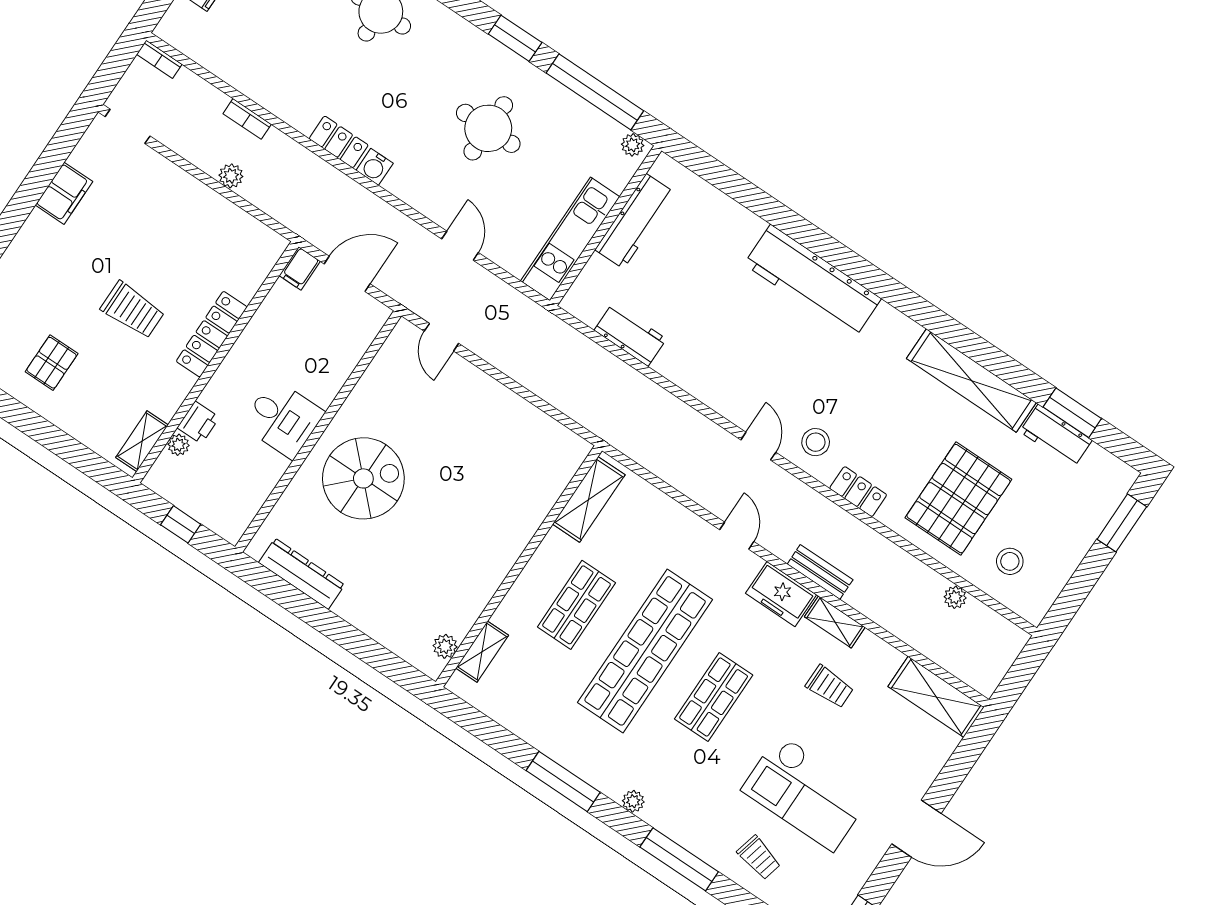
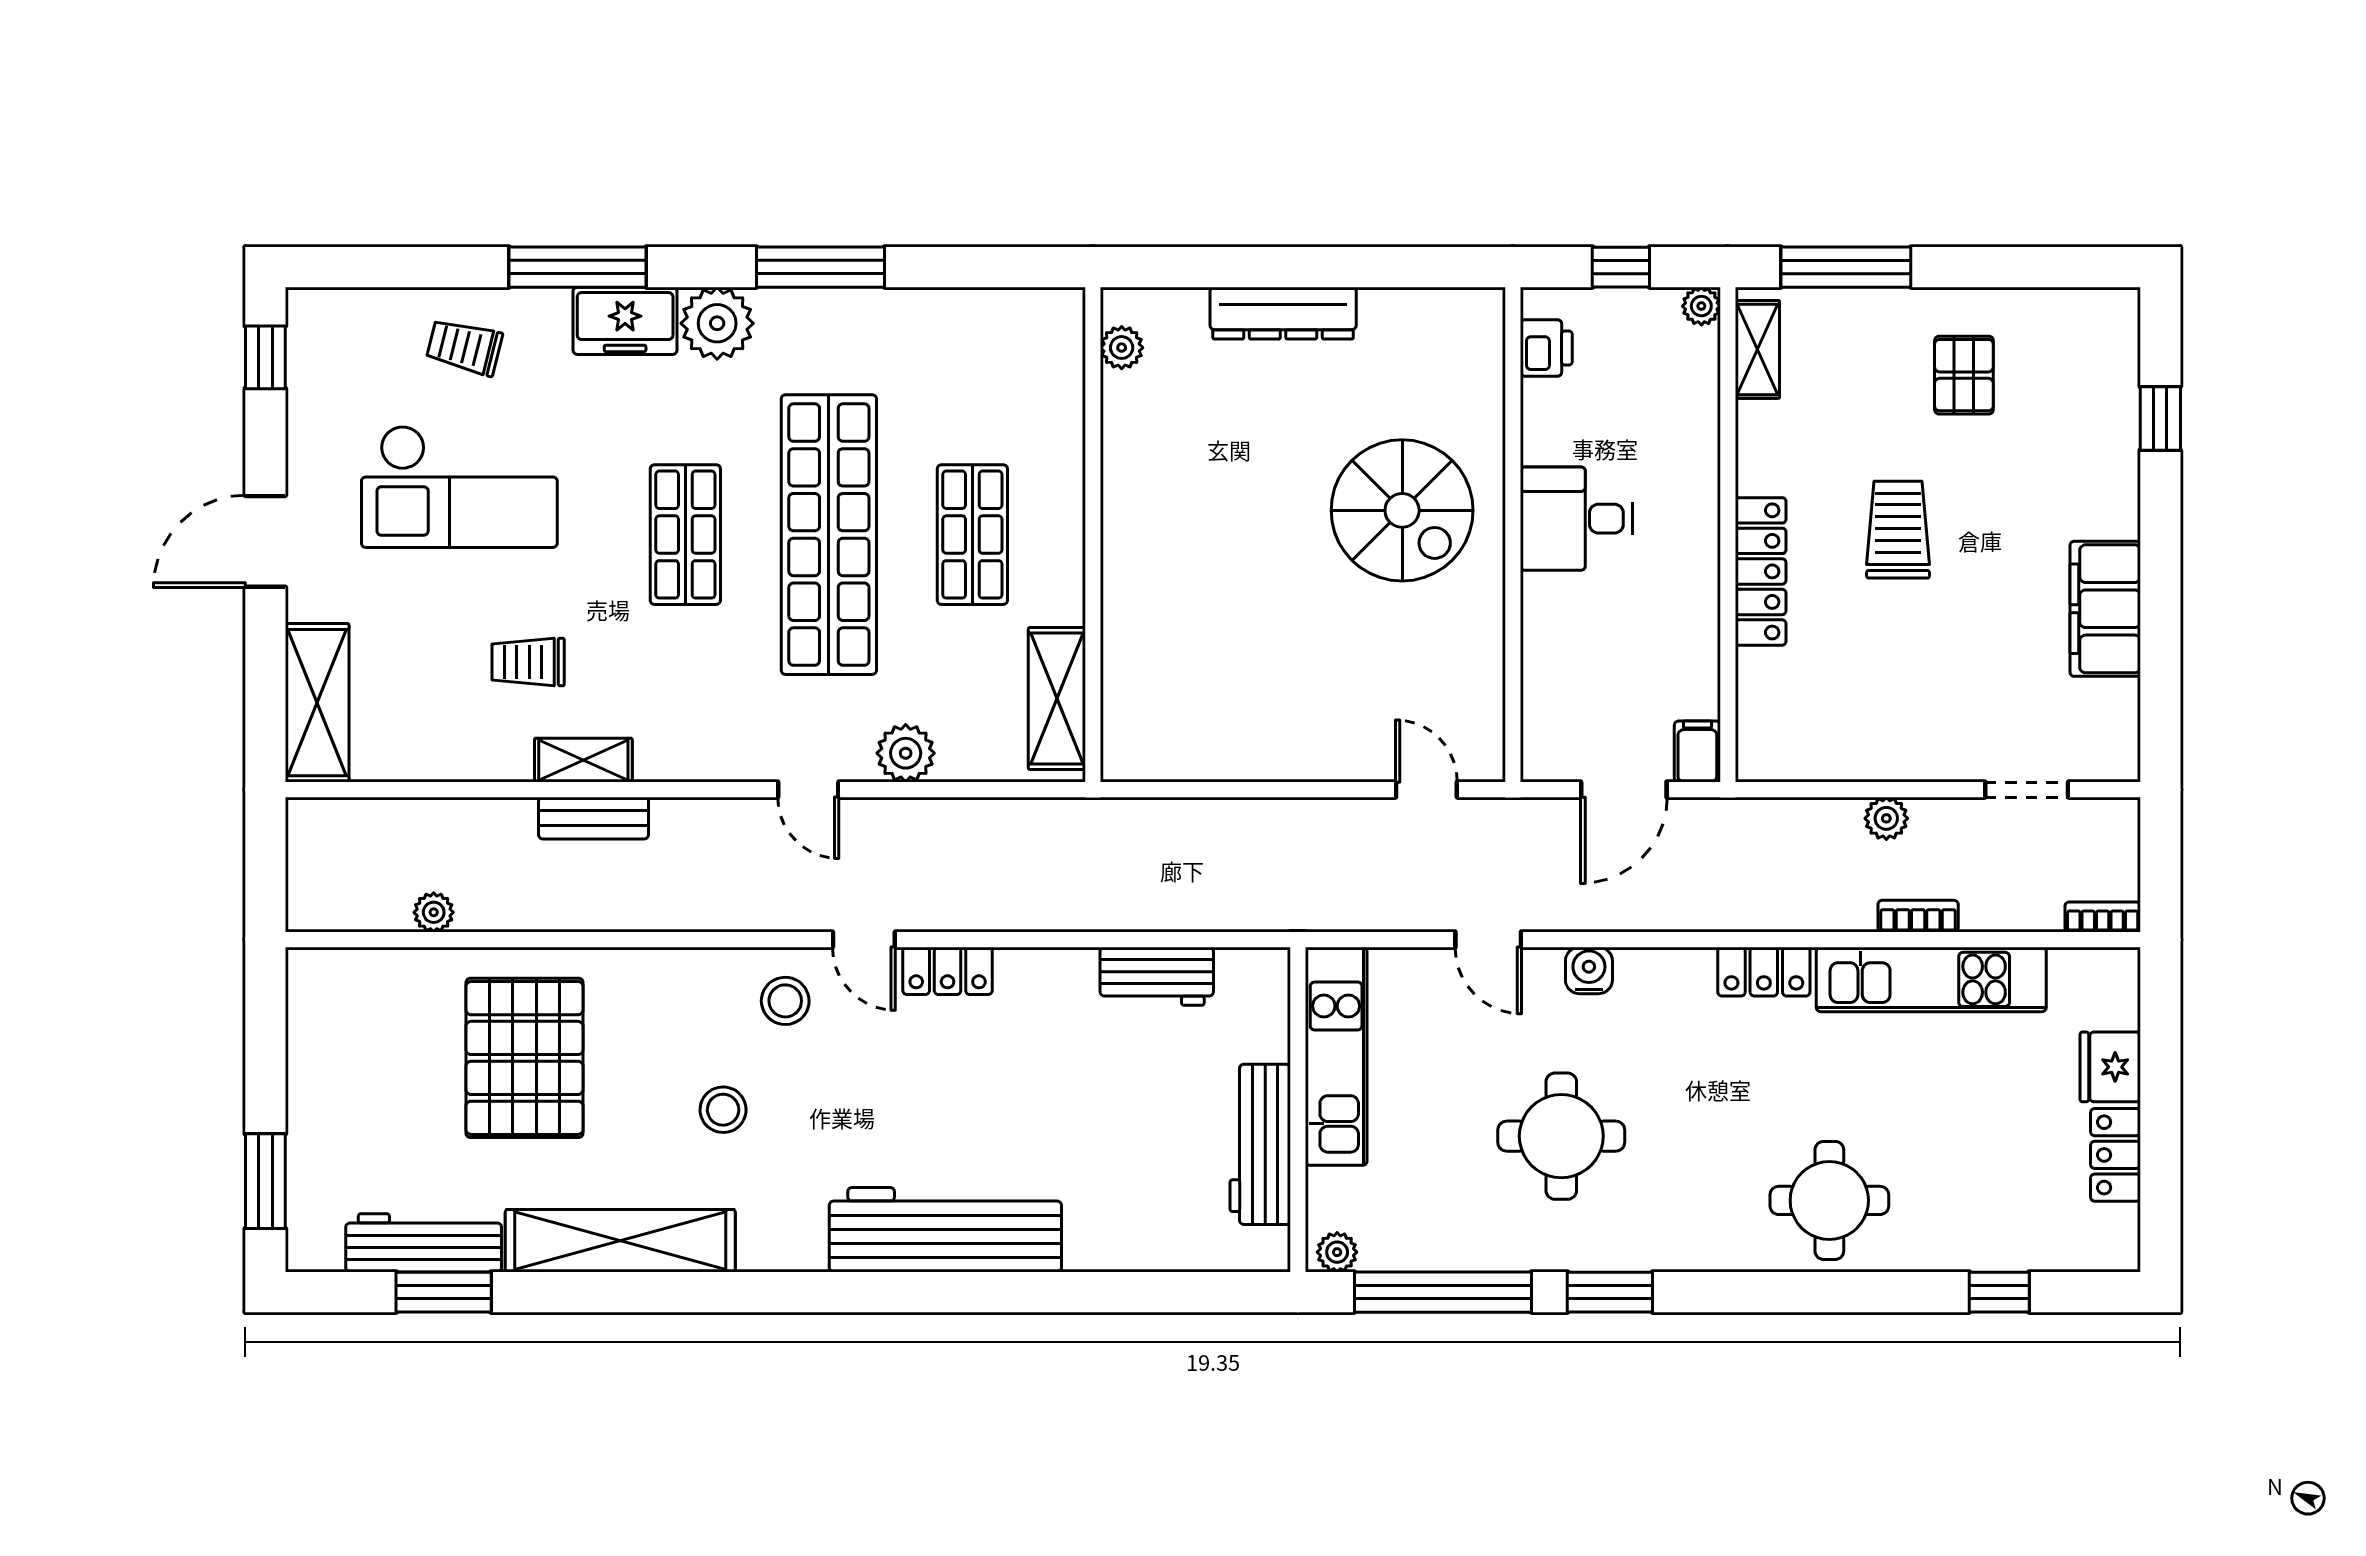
kitchen unit: (261, 84) -> (1931, 979), added
doorway: (128, 126) -> (2027, 790), moved
water cooler: (375, 167) -> (1589, 970), moved
filing cabinet: (64, 193) -> (2105, 609), width x1.50, depth x1.17
trolley: (133, 310) -> (1898, 530), turned 90
printer: (198, 422) -> (1546, 348), moved, turned 180
workbench: (1056, 436) -> (424, 1243), width x1.38
plant: (178, 445) -> (1701, 306), moved
window: (73, 452) -> (1846, 267), added
spiral stairs: (363, 478) -> (1402, 510), turned -90
locker: (858, 492) -> (948, 971), moved
plant: (679, 522) -> (906, 753), added
stool: (1010, 561) -> (723, 1110), moved
bench: (820, 572) -> (594, 818), moved
dresser: (302, 574) -> (1283, 313), moved
freezer: (781, 594) -> (625, 321), moved, turned 180
shelving: (482, 652) -> (1063, 376), removed
shelving: (936, 697) -> (317, 703), moved, turned 90
checkout: (806, 793) -> (459, 487), turned 180
plant: (633, 801) -> (717, 323), width x1.88, depth x1.88

